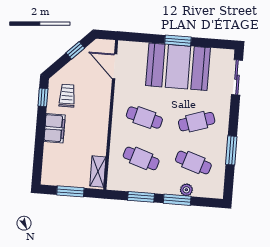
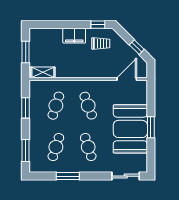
cafe table: (144, 118) -> (88, 106), turned -36
plant: (186, 190) -> (34, 143), removed
window: (177, 200) -> (26, 151), moved

